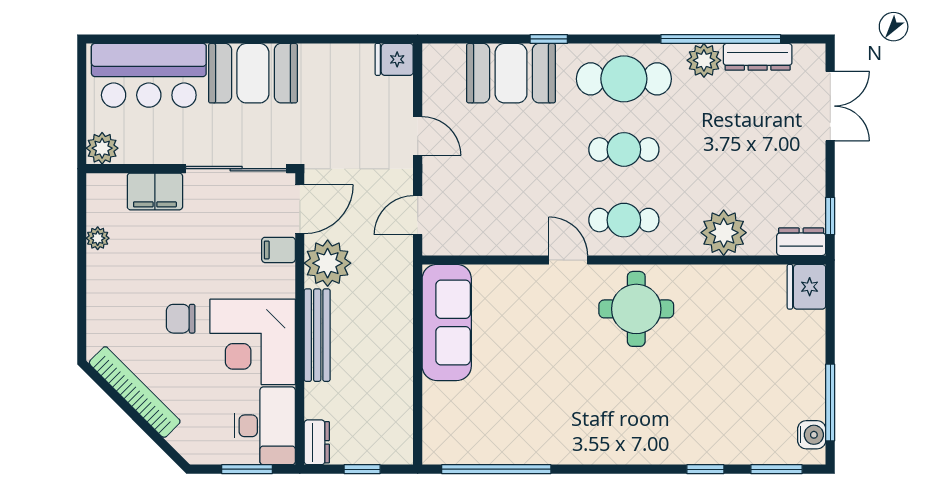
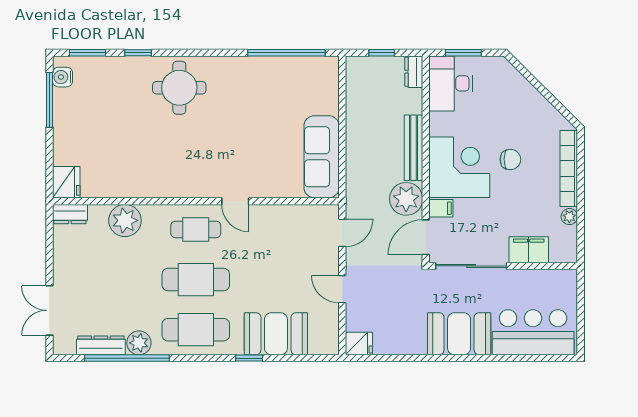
plant: (102, 148) -> (566, 280), removed
cafe table: (624, 149) -> (196, 280), width x1.37, depth x1.35
window: (830, 216) -> (49, 232), removed
round table: (636, 309) -> (179, 88), moved
corner desk: (253, 342) -> (459, 167), moved
bookcase: (135, 392) -> (569, 169), moved, turned 45

